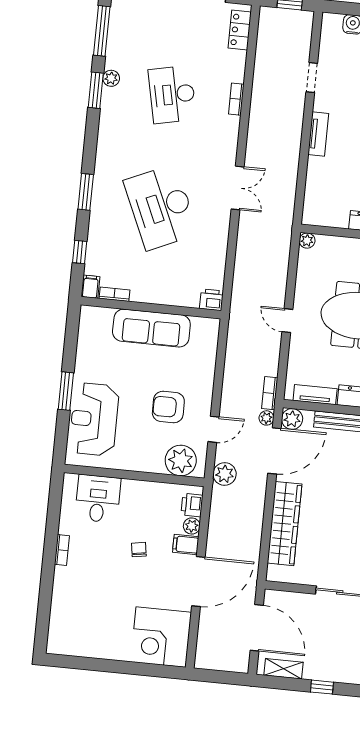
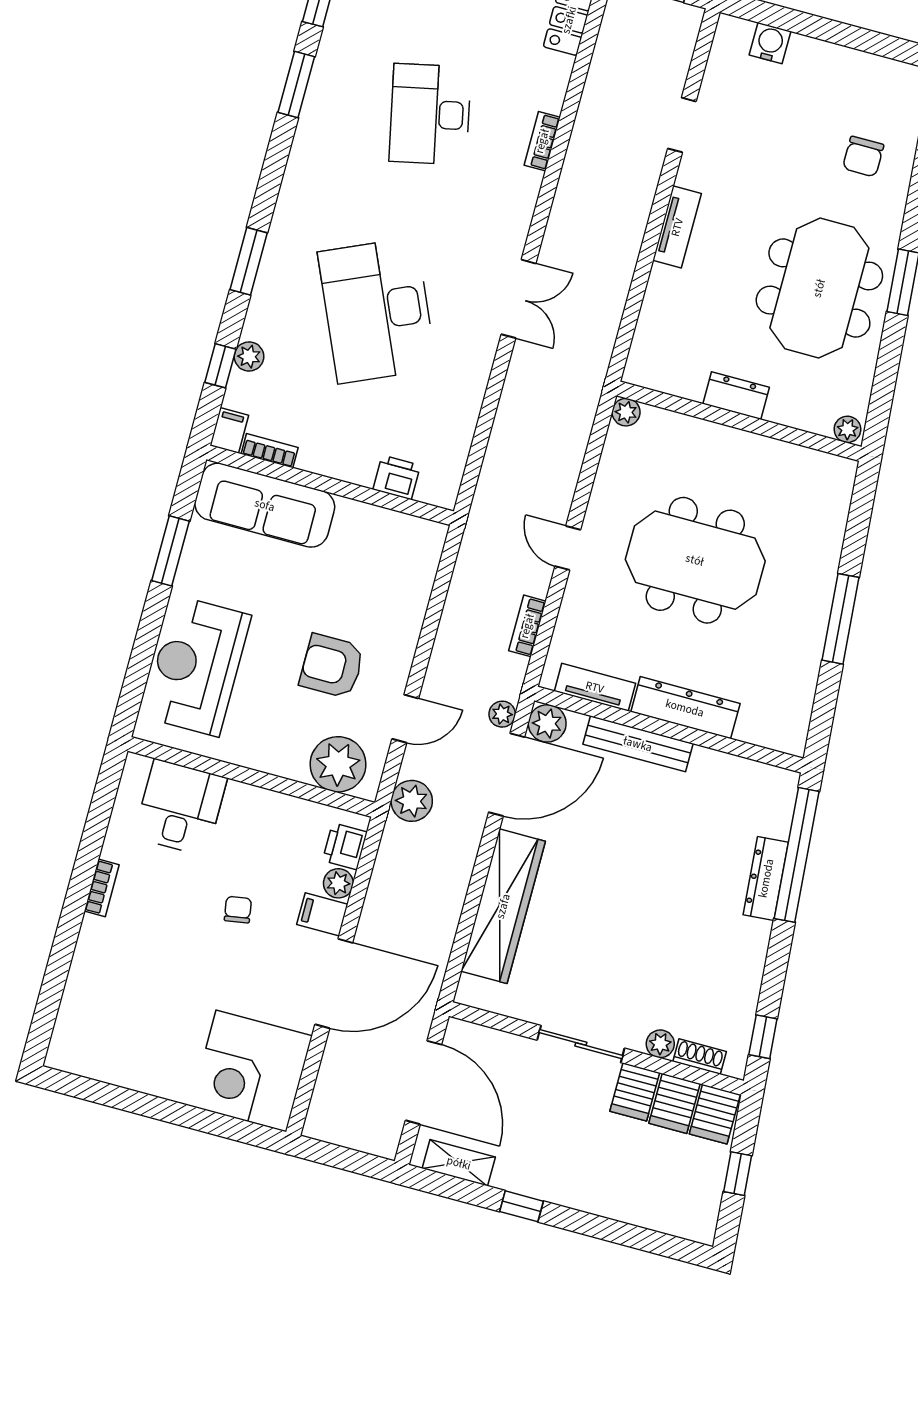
plant: (111, 78) -> (249, 356), moved
printer: (211, 300) -> (397, 477), moved
sofa: (151, 328) -> (265, 505), moved
window: (66, 391) -> (170, 551), moved
bookcase: (270, 393) -> (527, 626), moved

